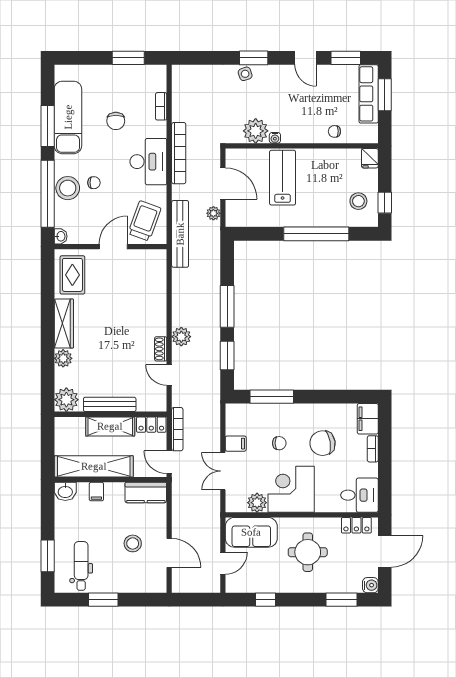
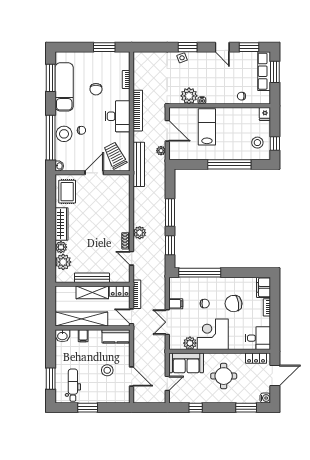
window: (48, 126) -> (51, 78), moved
trolley: (145, 221) -> (115, 156), turned -47
window: (272, 397) -> (200, 273), width x1.46
plant: (66, 400) -> (63, 262), moved

